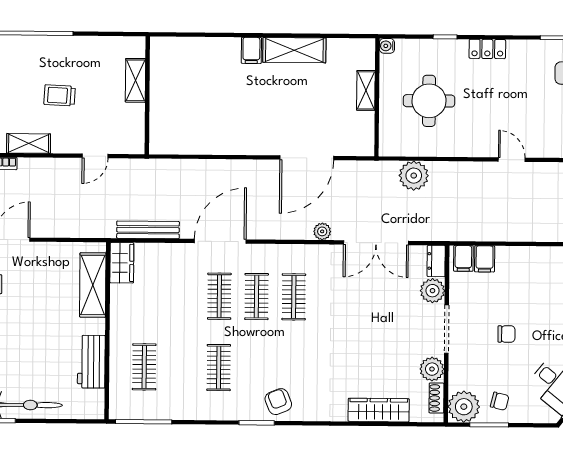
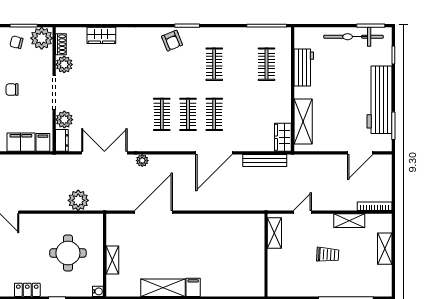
shelving: (135, 80) -> (274, 233), moved
filing cabinet: (485, 259) -> (21, 142), width x2.00
wardrobe: (379, 410) -> (101, 35), width x0.67

